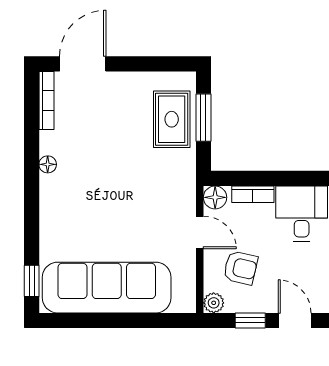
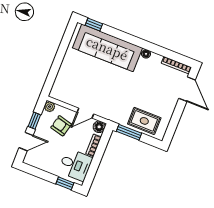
window: (203, 118) -> (129, 132), moved
armchair: (241, 268) -> (61, 126), turned 91
sofa: (107, 288) -> (107, 48), moved, turned 90

